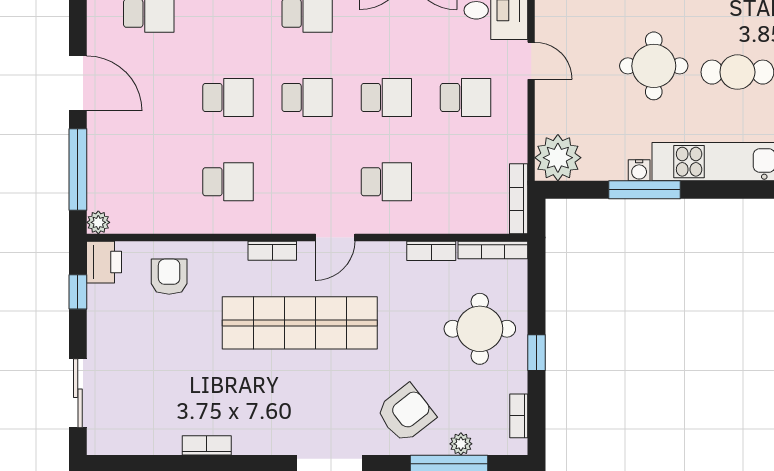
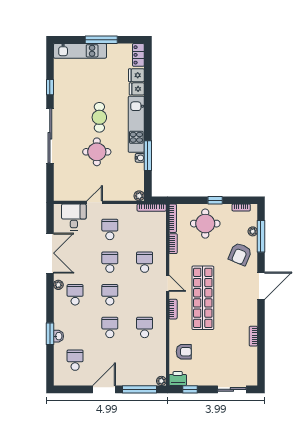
plant: (558, 158) -> (139, 196), width x0.53, depth x0.53
armchair: (169, 277) -> (184, 352), turned 180
armchair: (406, 413) -> (240, 254), turned -119

